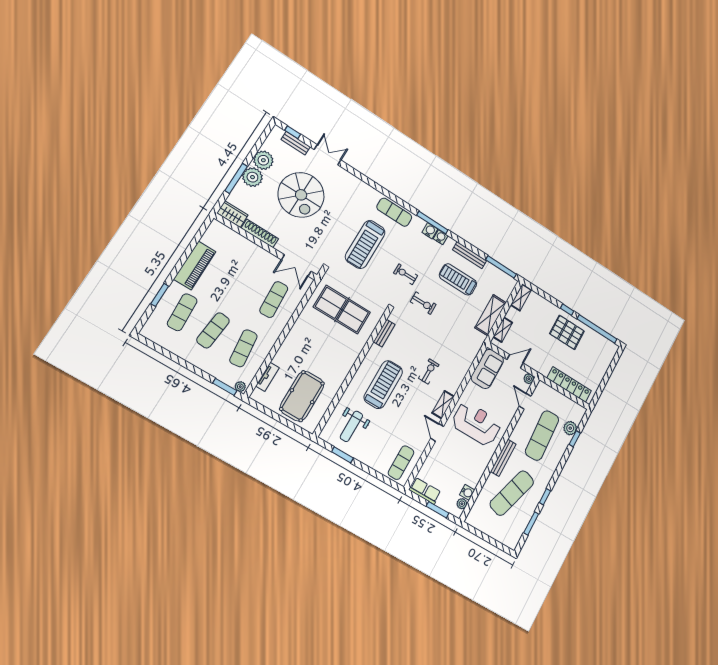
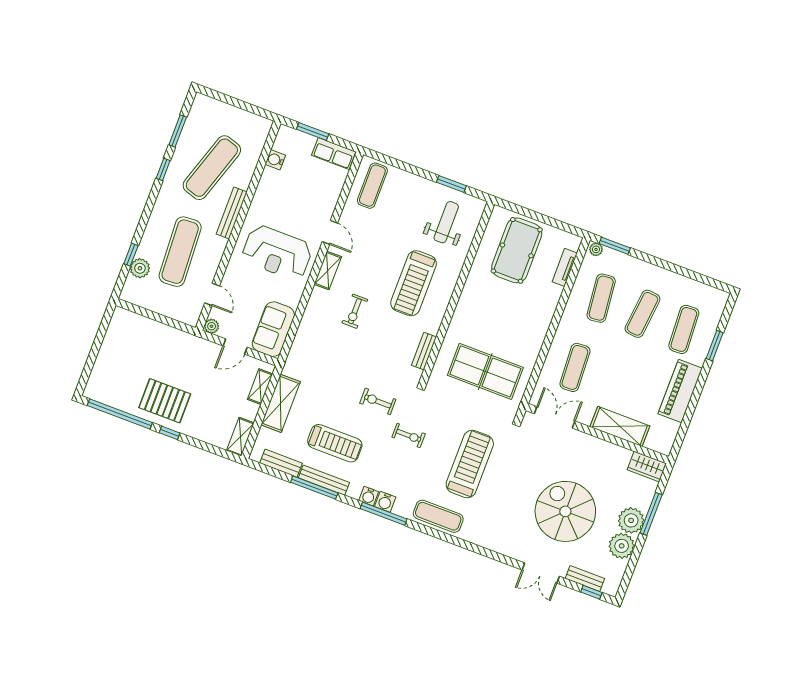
shoe rack: (260, 233) -> (608, 449), removed
shelving: (248, 248) -> (620, 426), added
window: (501, 267) -> (314, 488), moved
bench: (497, 273) -> (281, 463), added
locker: (569, 384) -> (151, 328), removed
plant: (462, 504) -> (280, 144), removed

